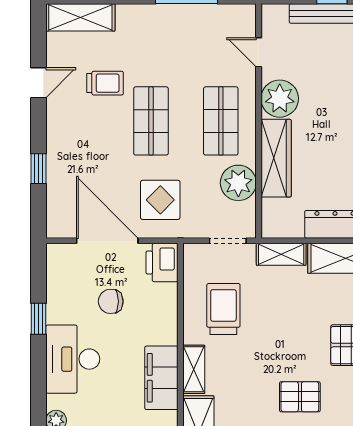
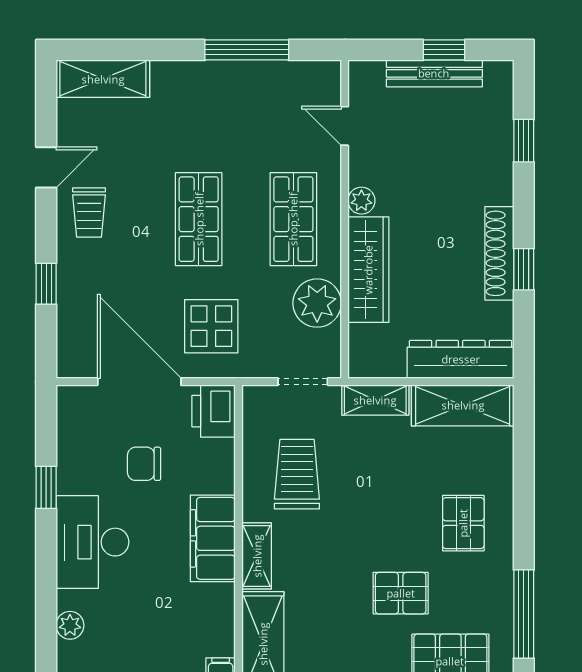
trolley: (105, 83) -> (89, 213), moved, turned 90
plant: (280, 99) -> (361, 201), width x0.53, depth x0.53
filing cabinet: (161, 378) -> (213, 538), moved

